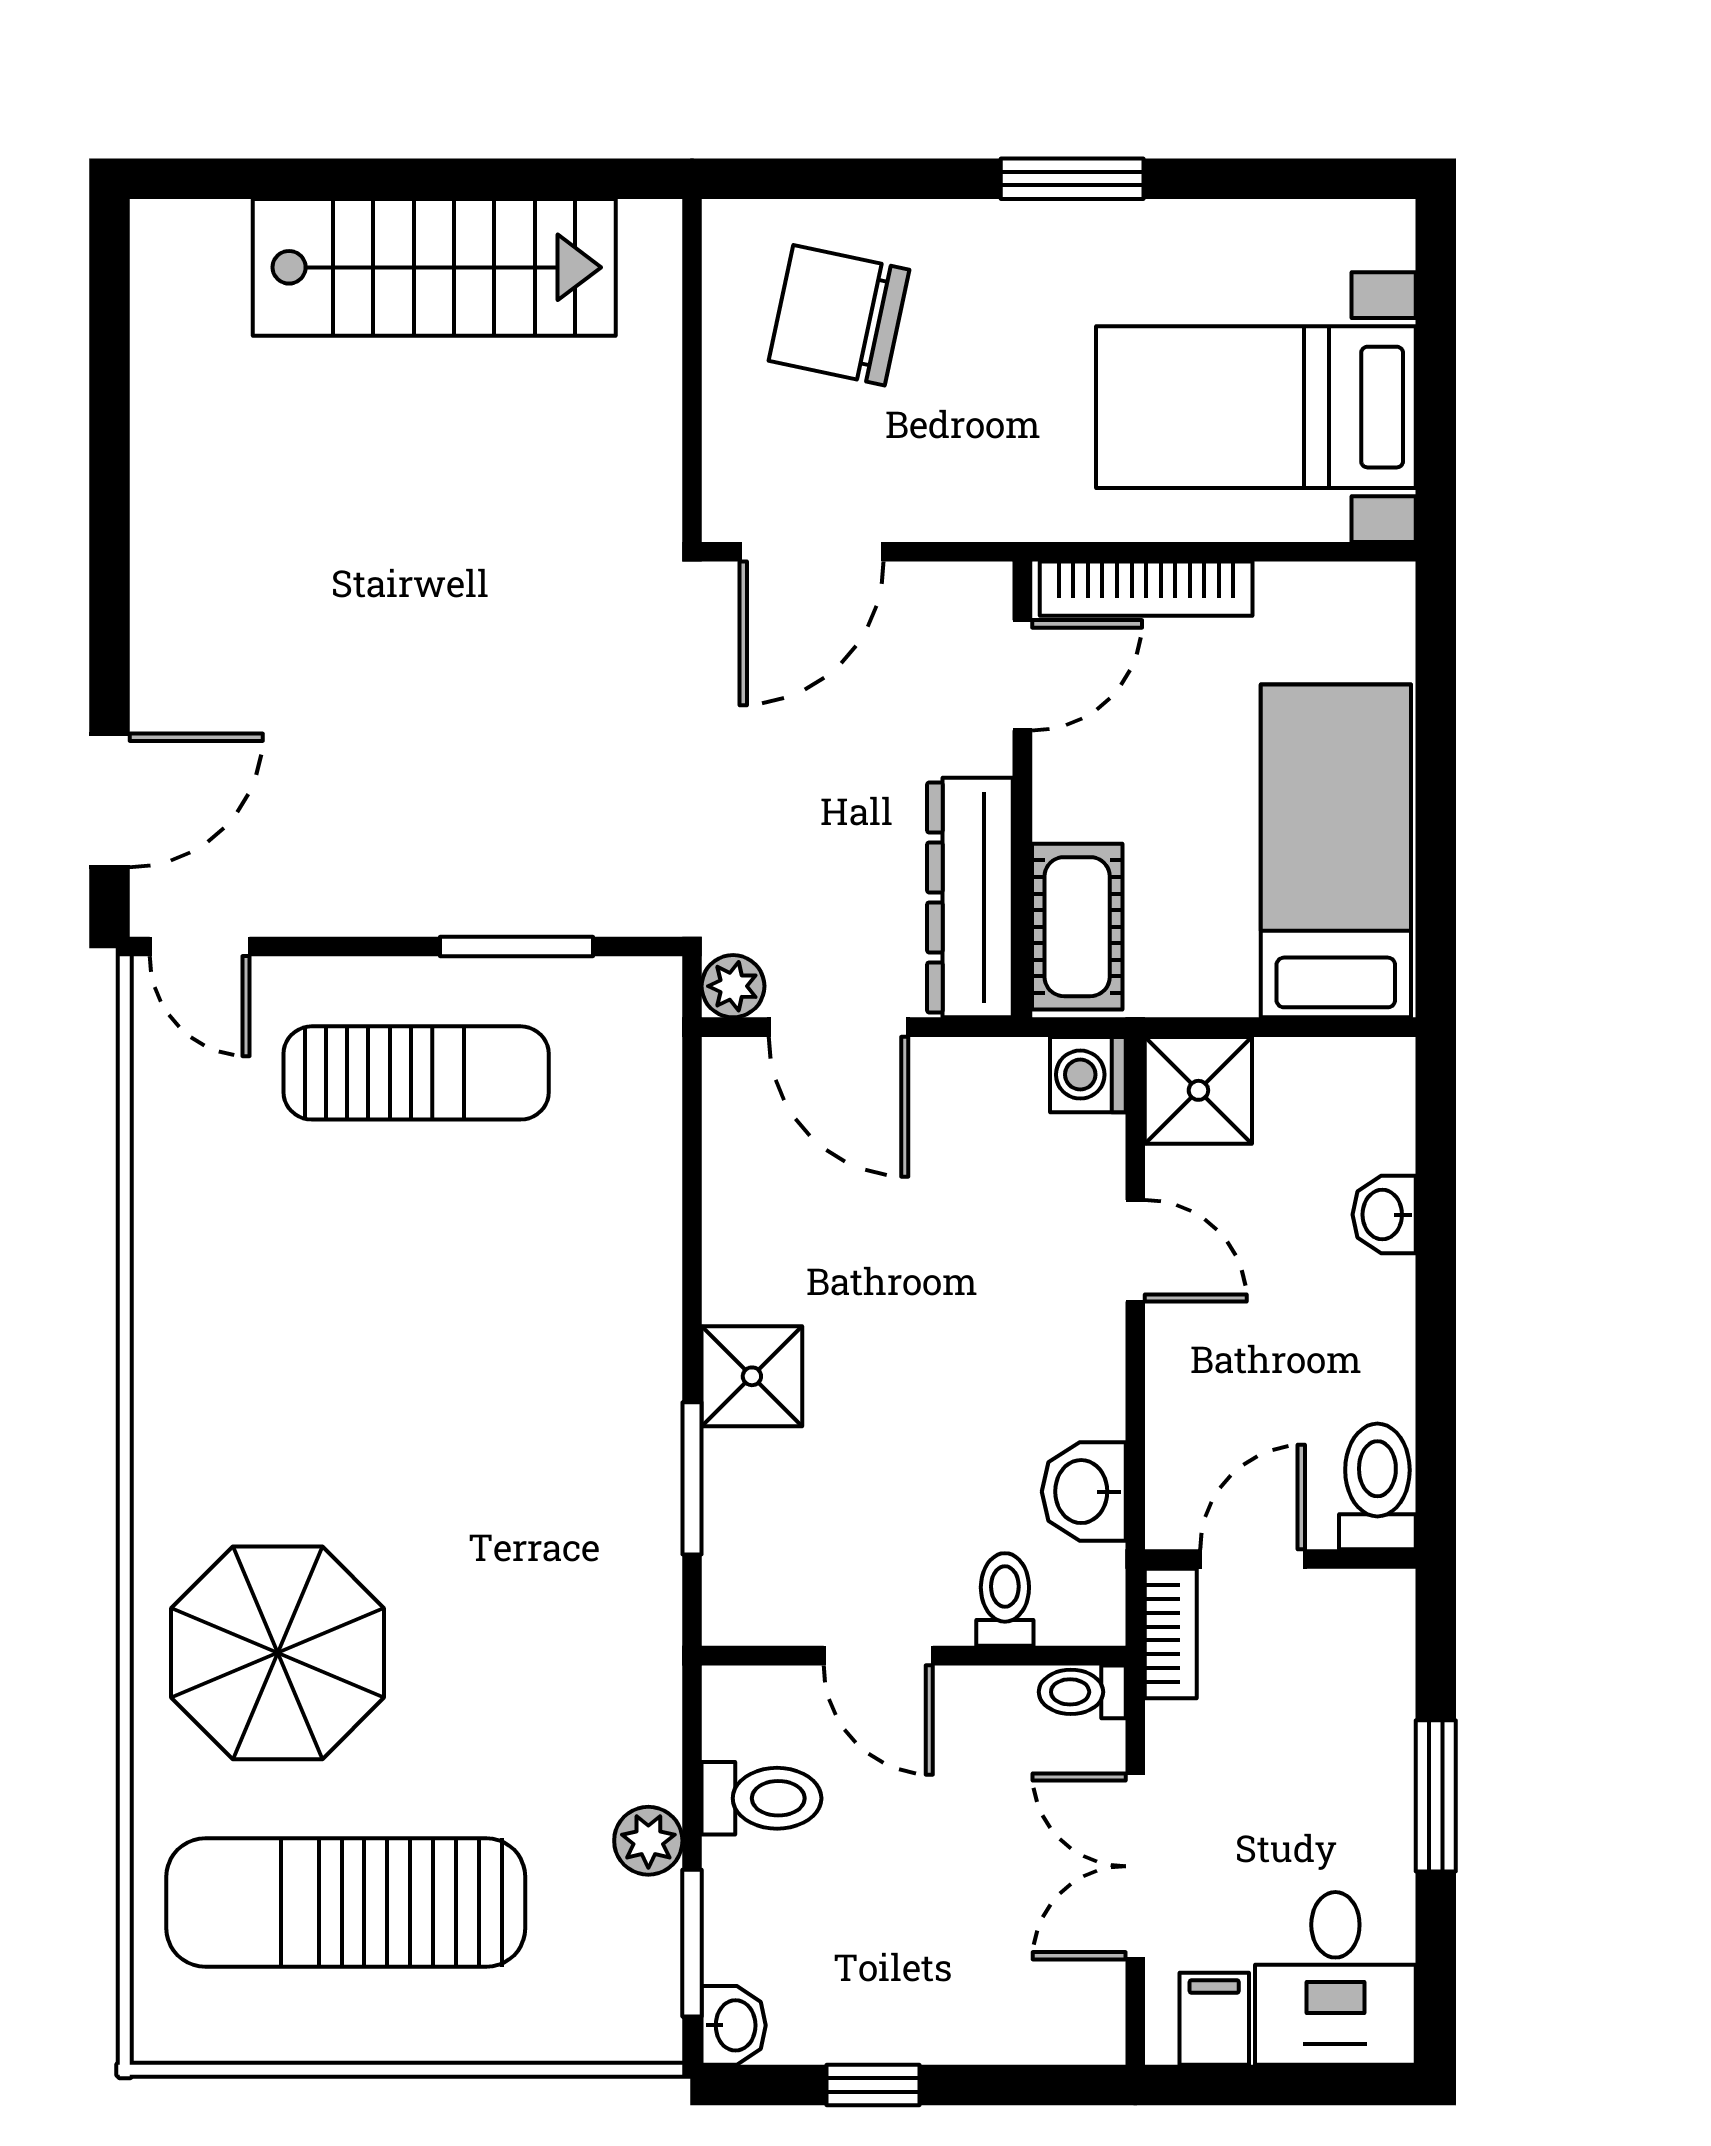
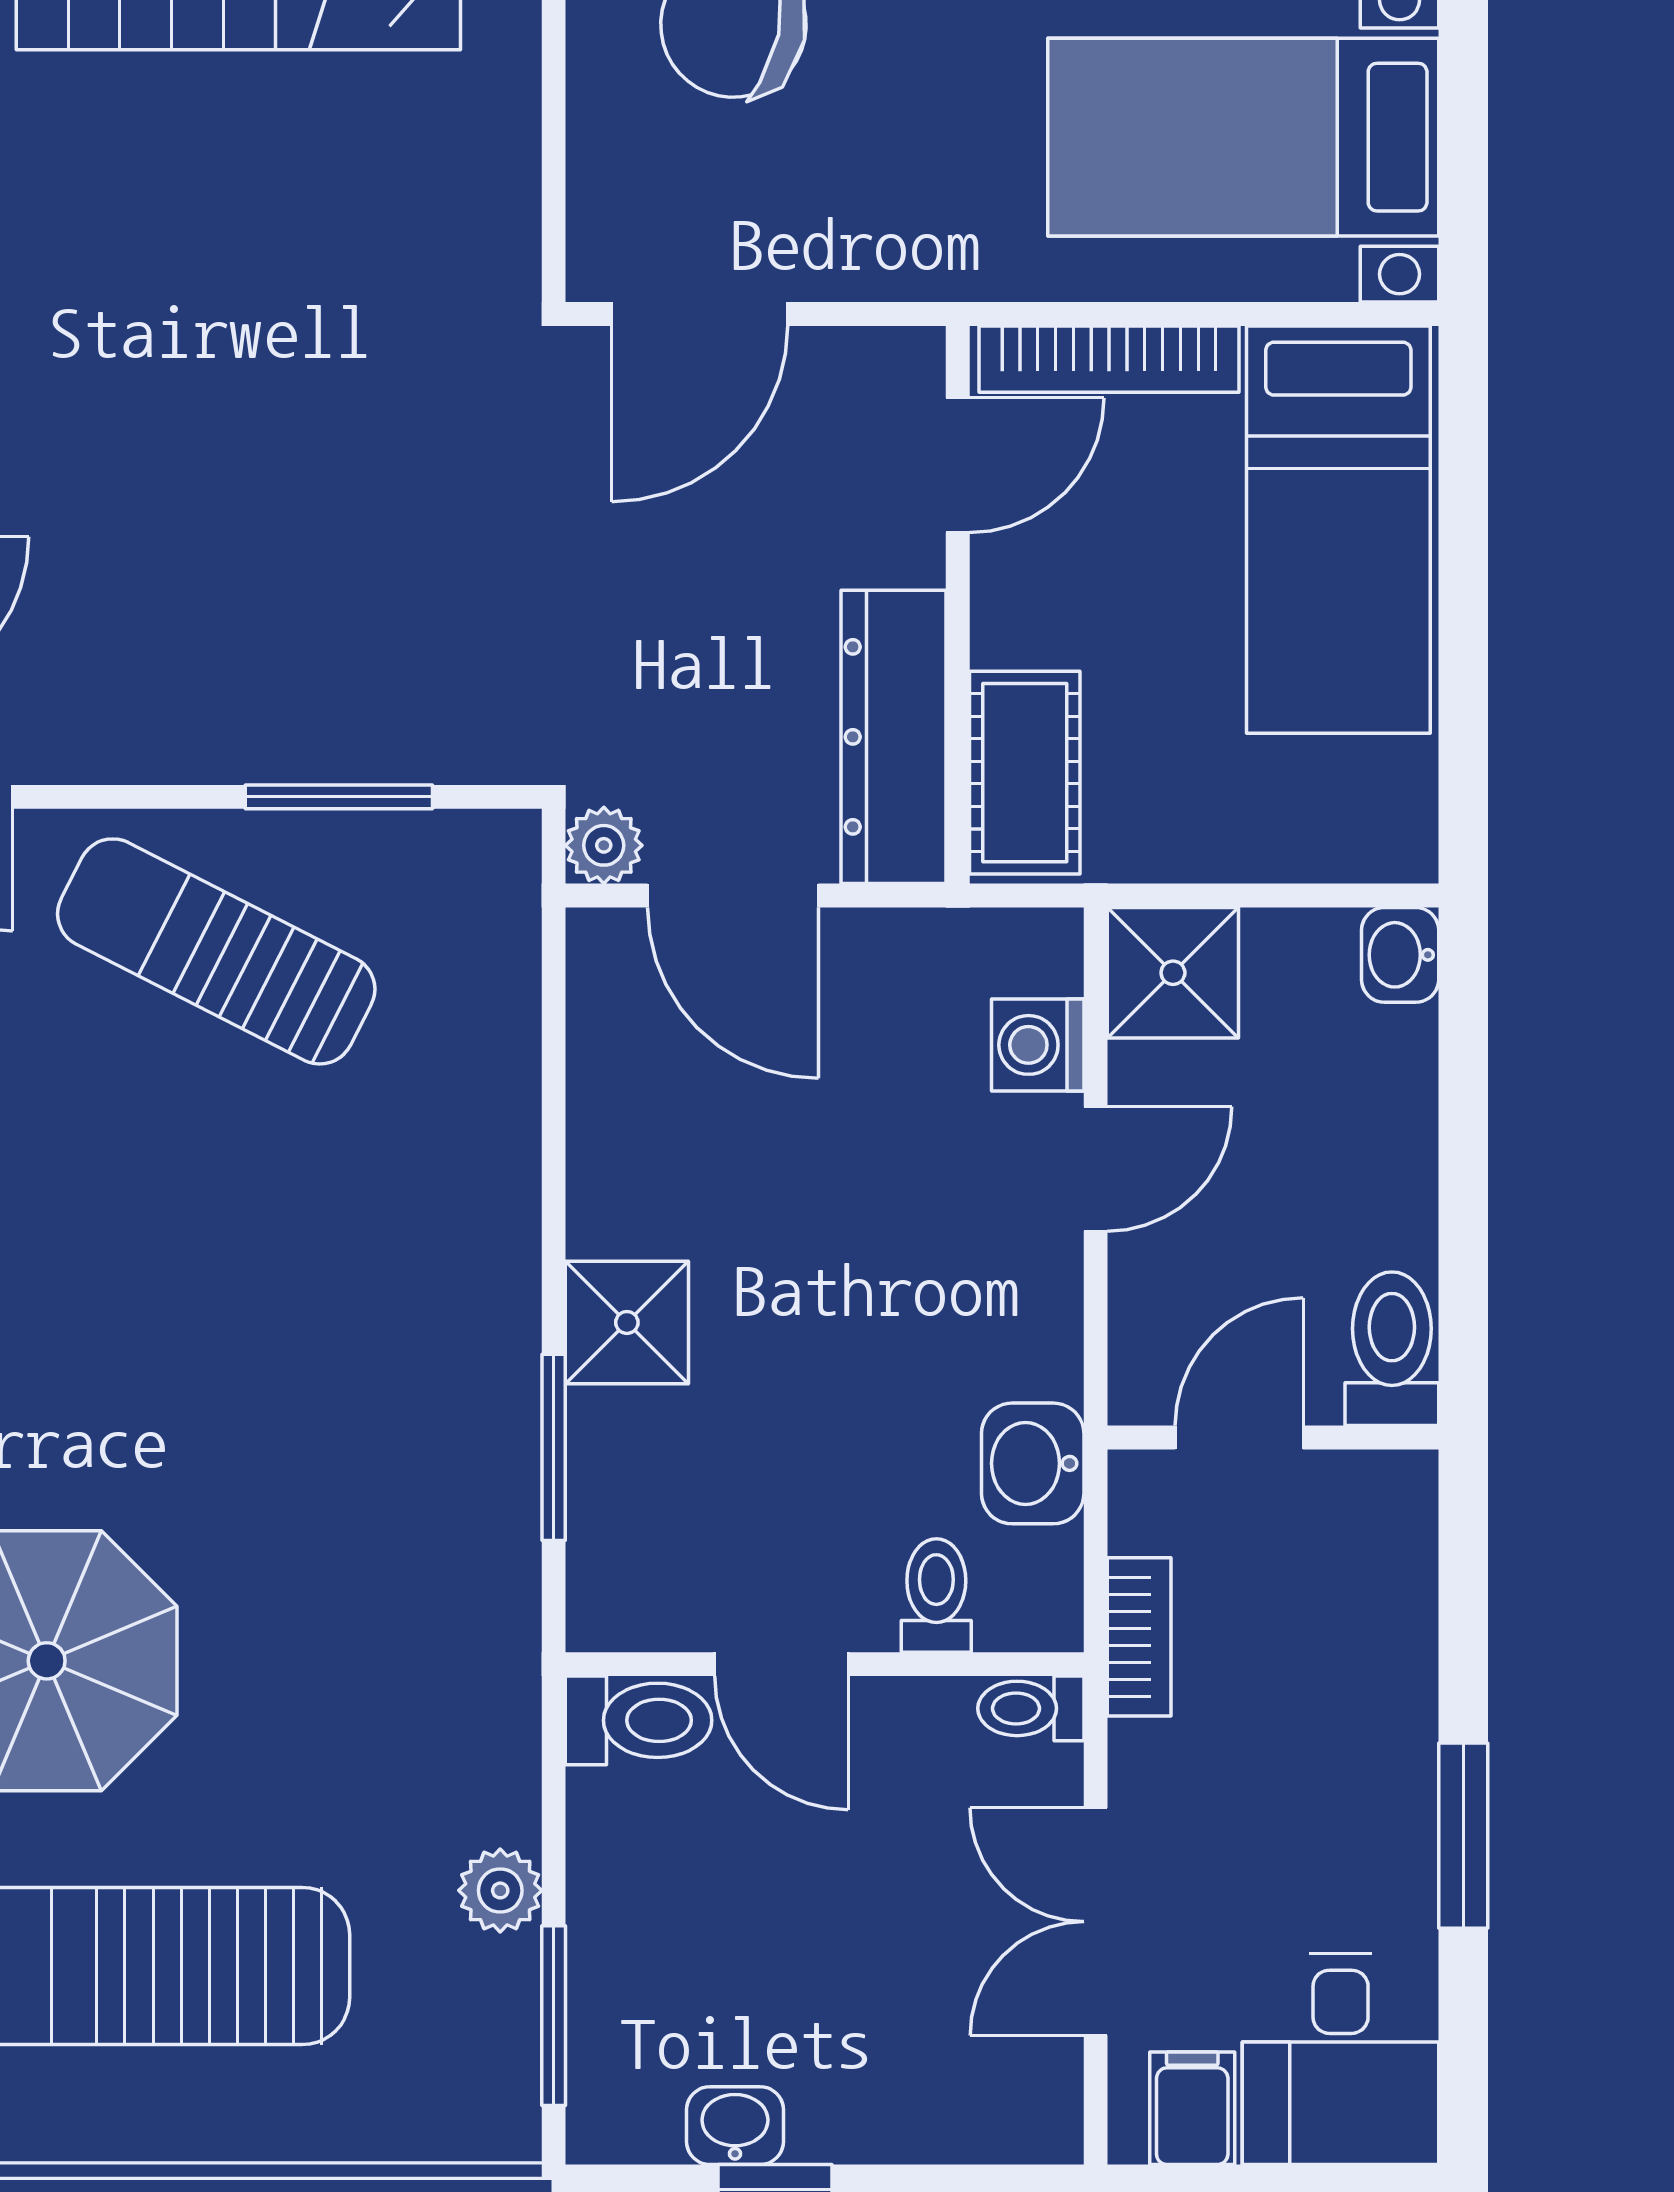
bed: (1336, 851) -> (1338, 530), moved, turned 180
sun lounger: (416, 1073) -> (216, 951), turned -153
washing machine: (1088, 1075) -> (1038, 1045), moved
washbasin: (1384, 1215) -> (1400, 955), moved
door: (1135, 1251) -> (1096, 1169), hinge flipped
toilet: (1377, 1486) -> (1392, 1349), moved
door: (1253, 1559) -> (1239, 1437), moved
wall: (1280, 1559) -> (1273, 1437), moved
toilet: (762, 1798) -> (639, 1720), moved
washbasin: (734, 2025) -> (735, 2126), moved, turned -90

